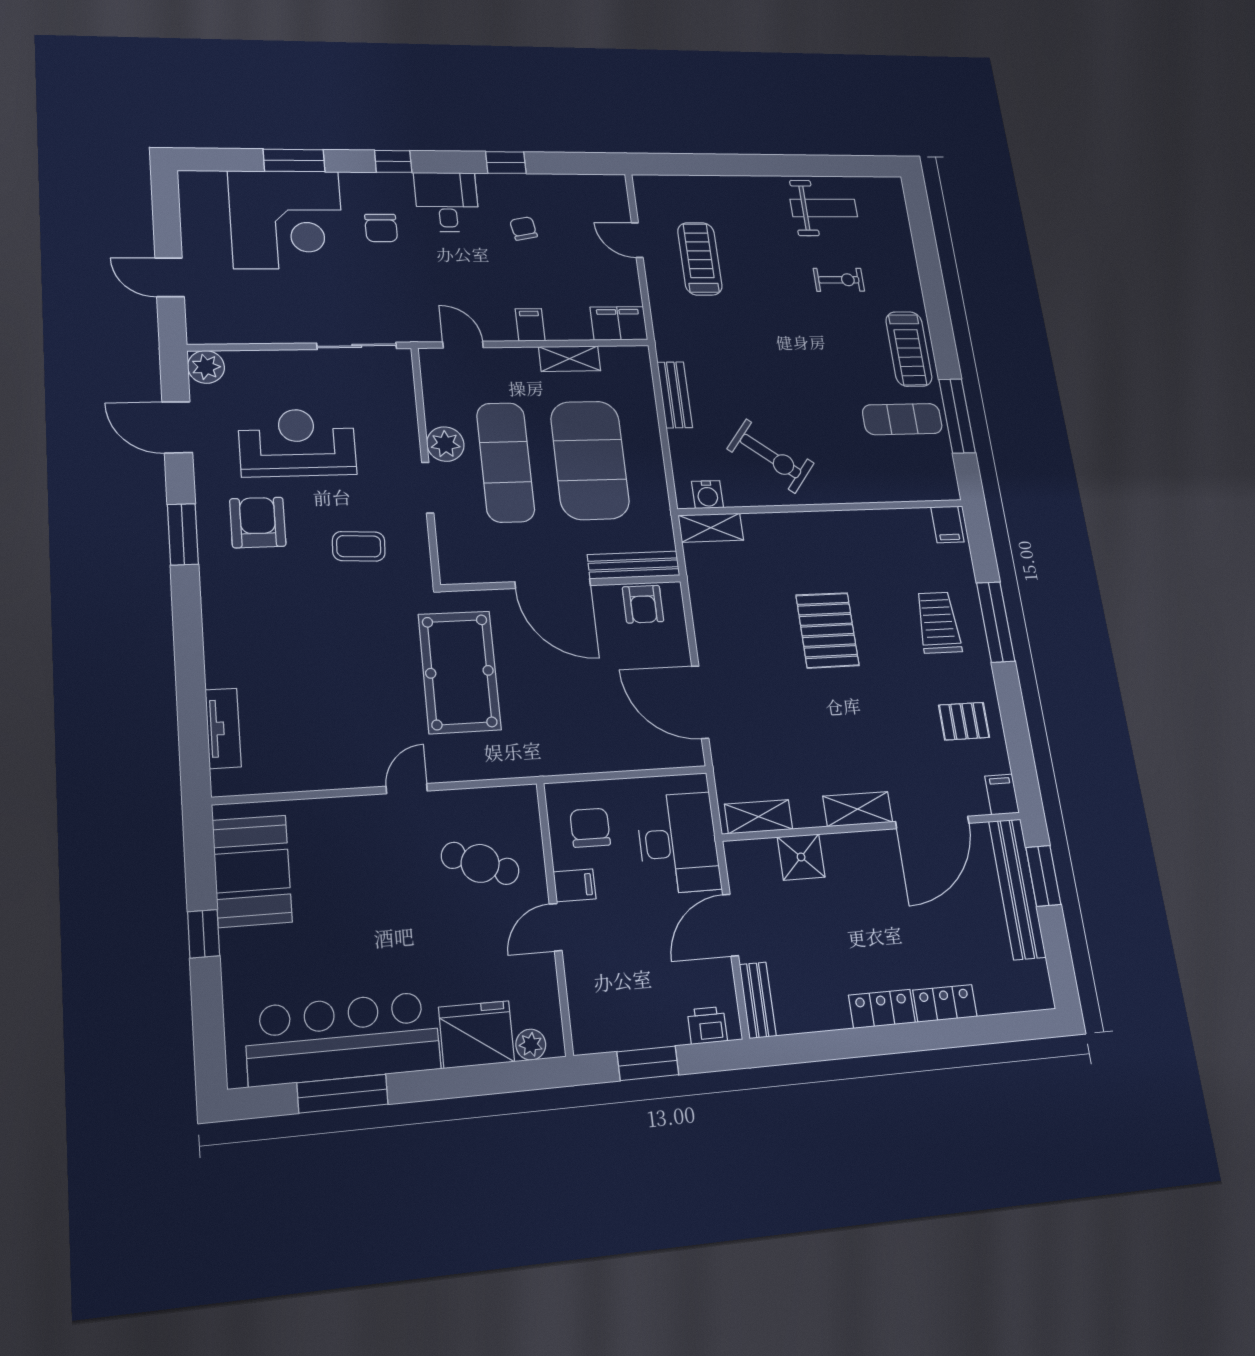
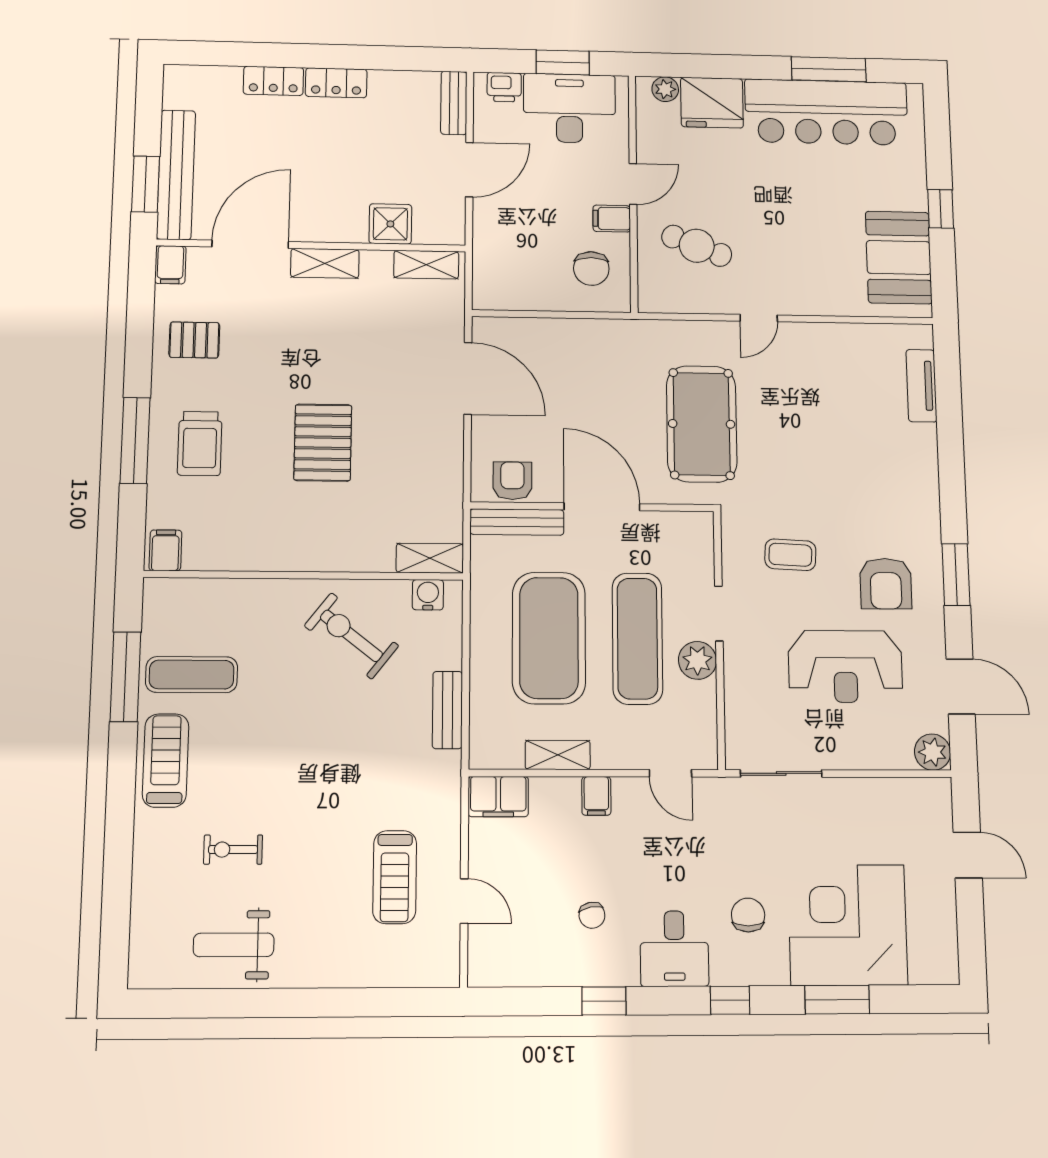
desk: (678, 843) -> (569, 108), moved, turned 90

